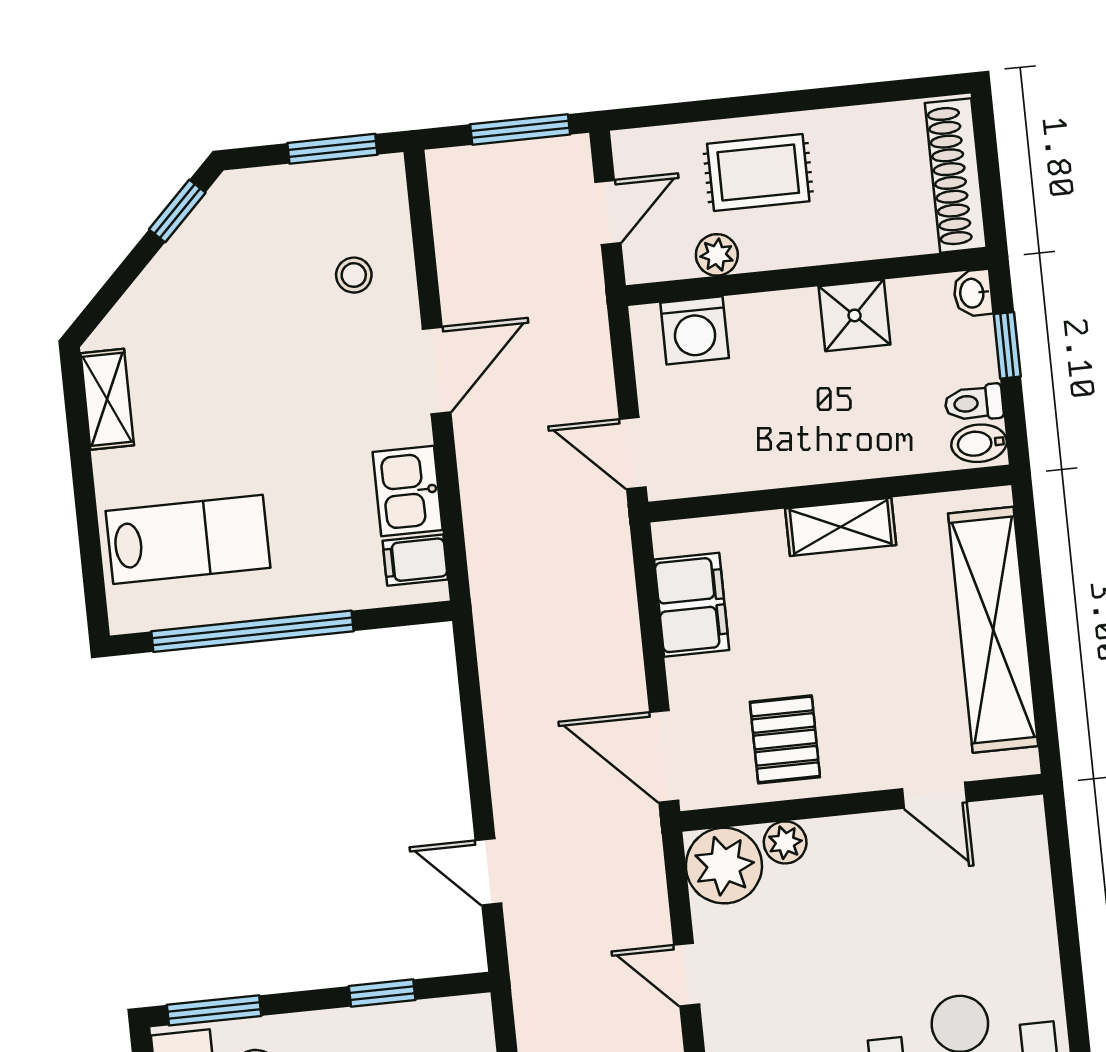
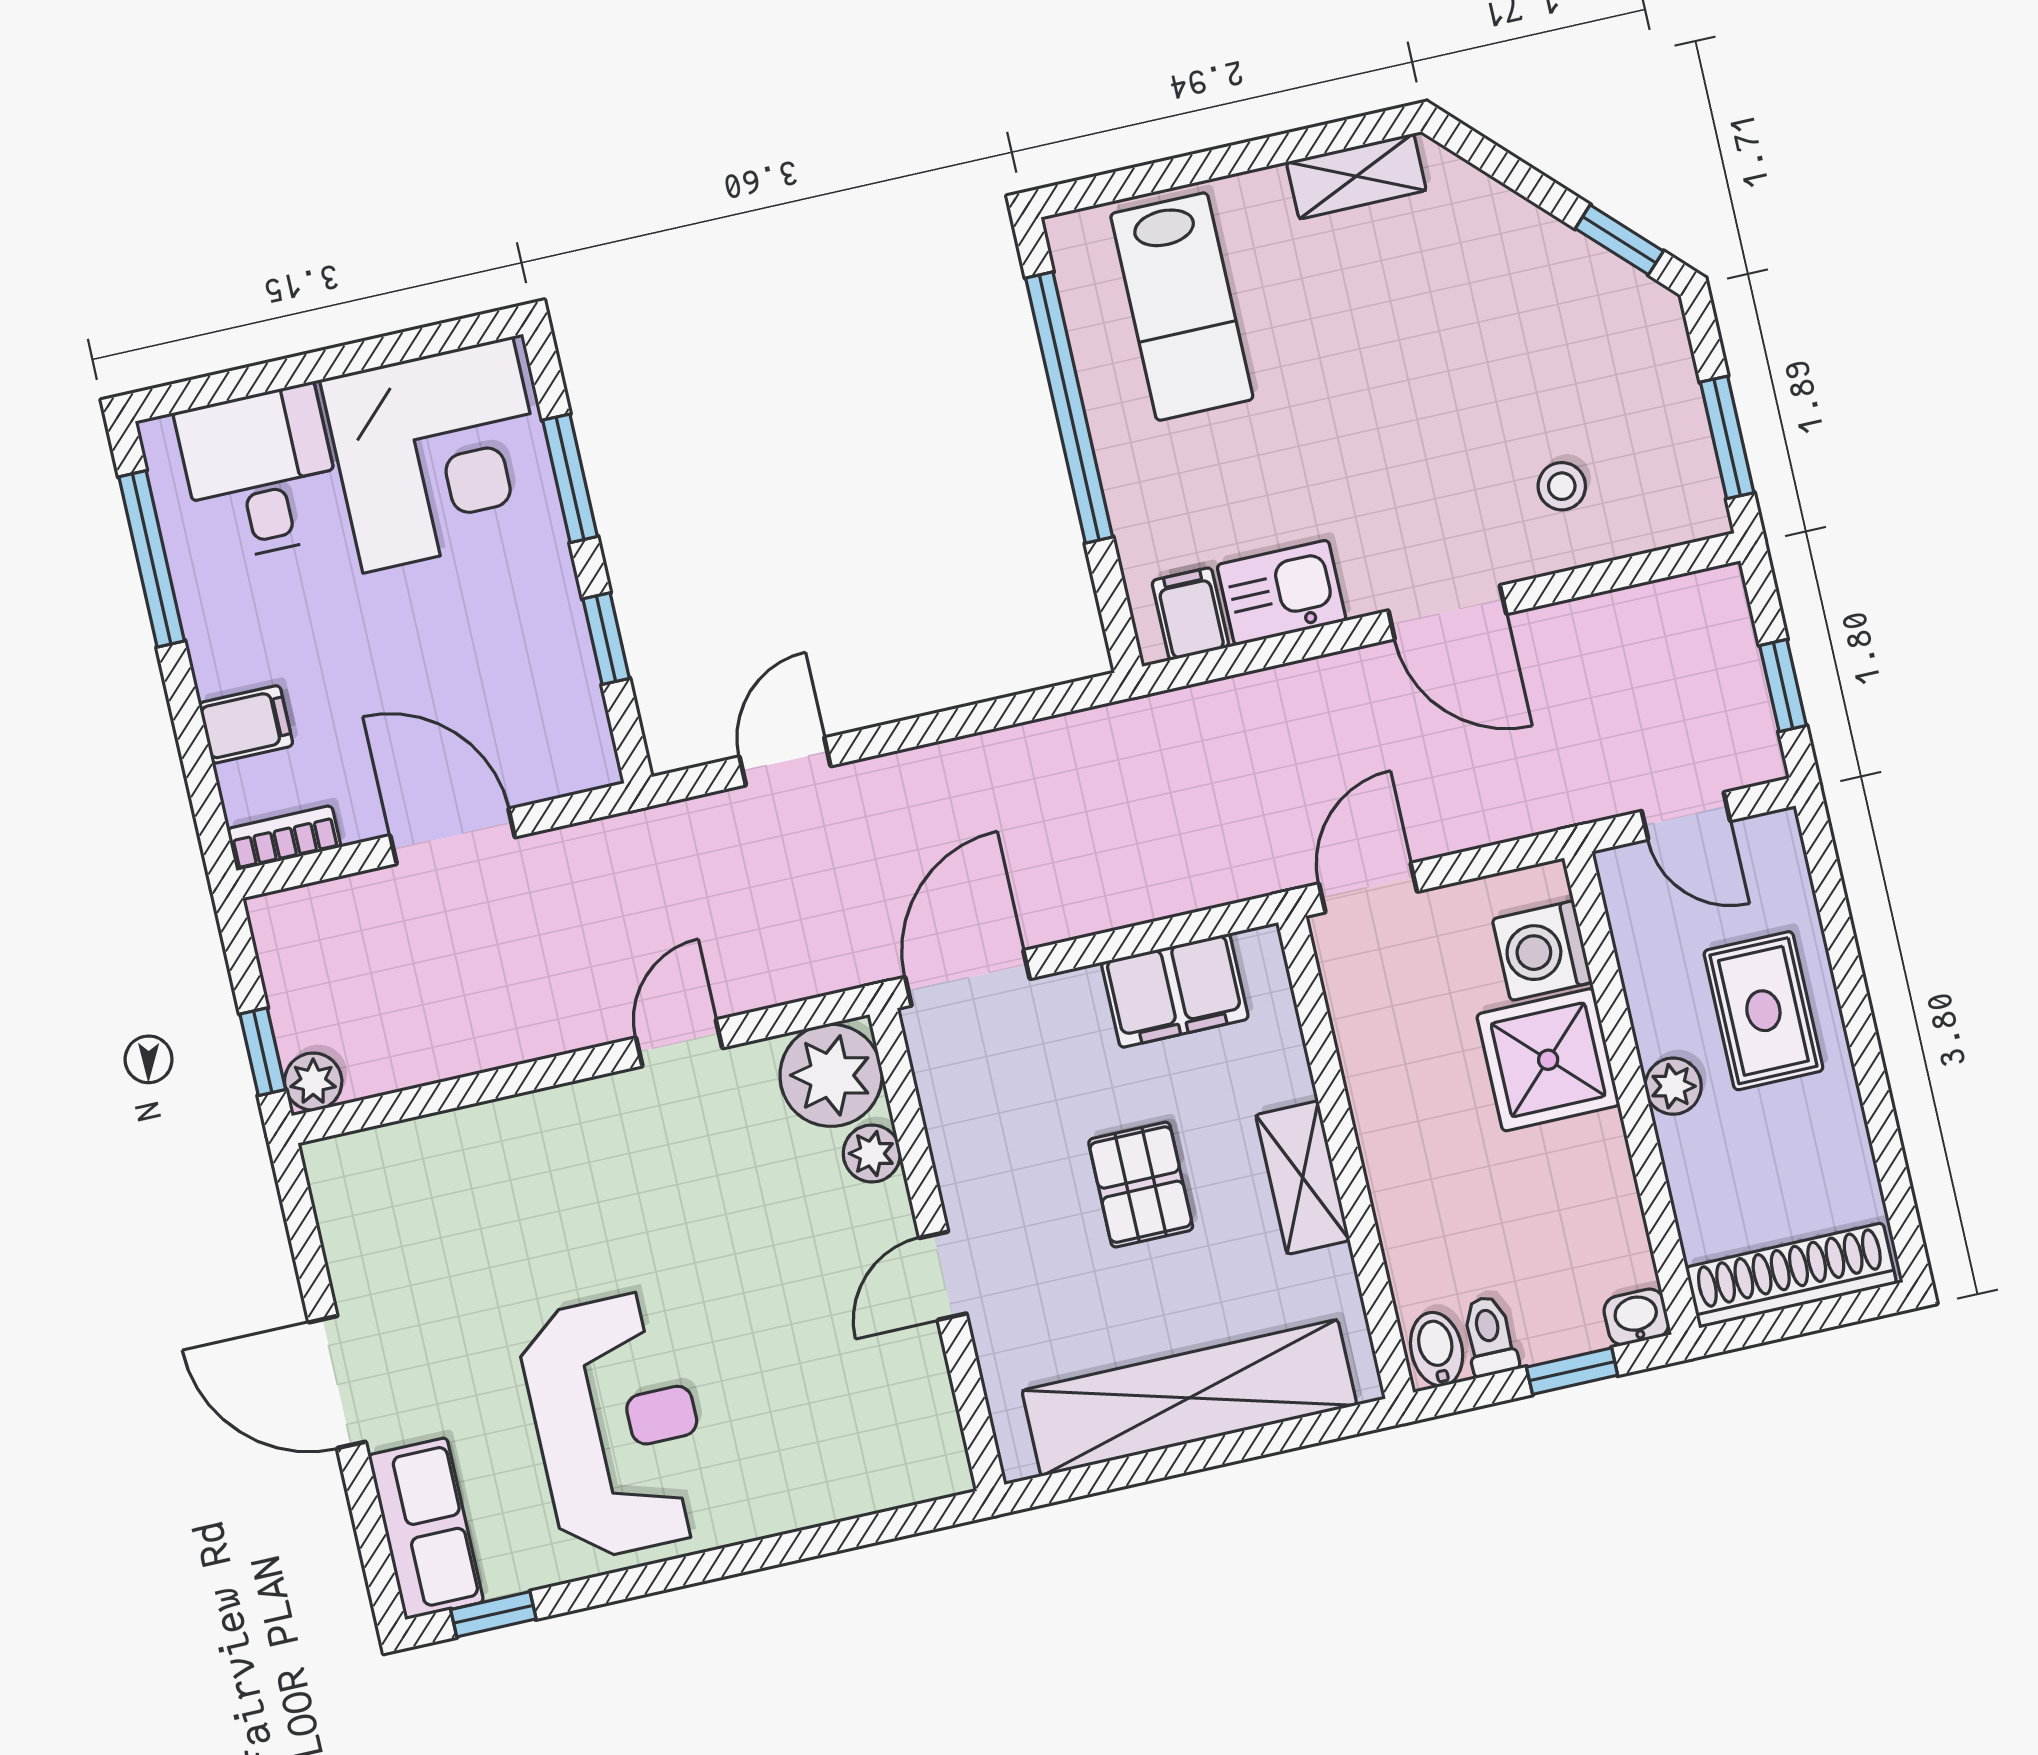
window: (520, 129) -> (1783, 685), width x0.67
plant: (717, 255) -> (1673, 1086), moved
shower: (855, 315) -> (1548, 1060), moved, width x1.36, depth x1.36
pallet: (785, 739) -> (1141, 1185), moved, turned 90
door: (934, 795) -> (943, 1276), moved
window: (214, 1010) -> (570, 478), moved

